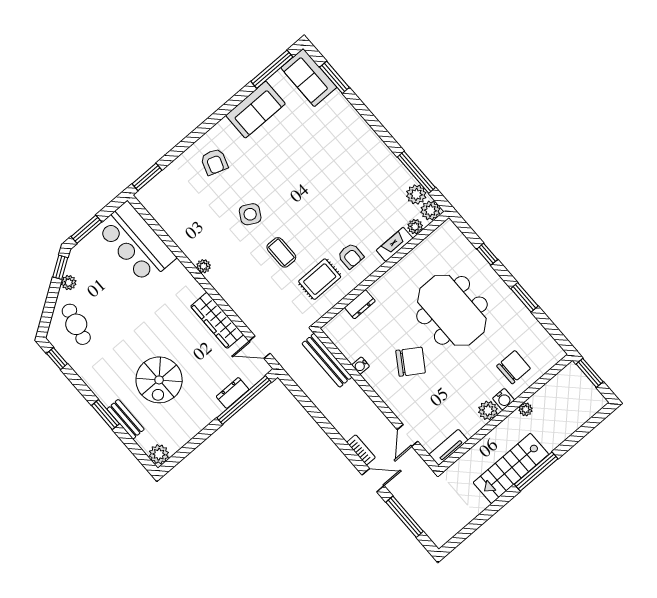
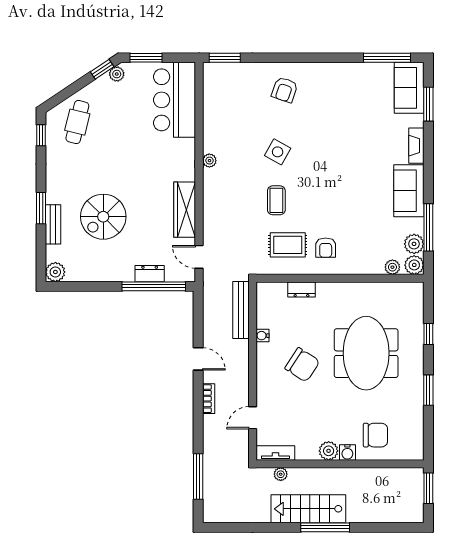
sofa: (255, 110) -> (409, 191), moved, turned 90
fireplace: (395, 244) -> (416, 146), moved, turned -90
plant: (69, 283) -> (117, 74), moved
plant: (526, 409) -> (281, 474), moved
door: (373, 480) -> (198, 359), moved

